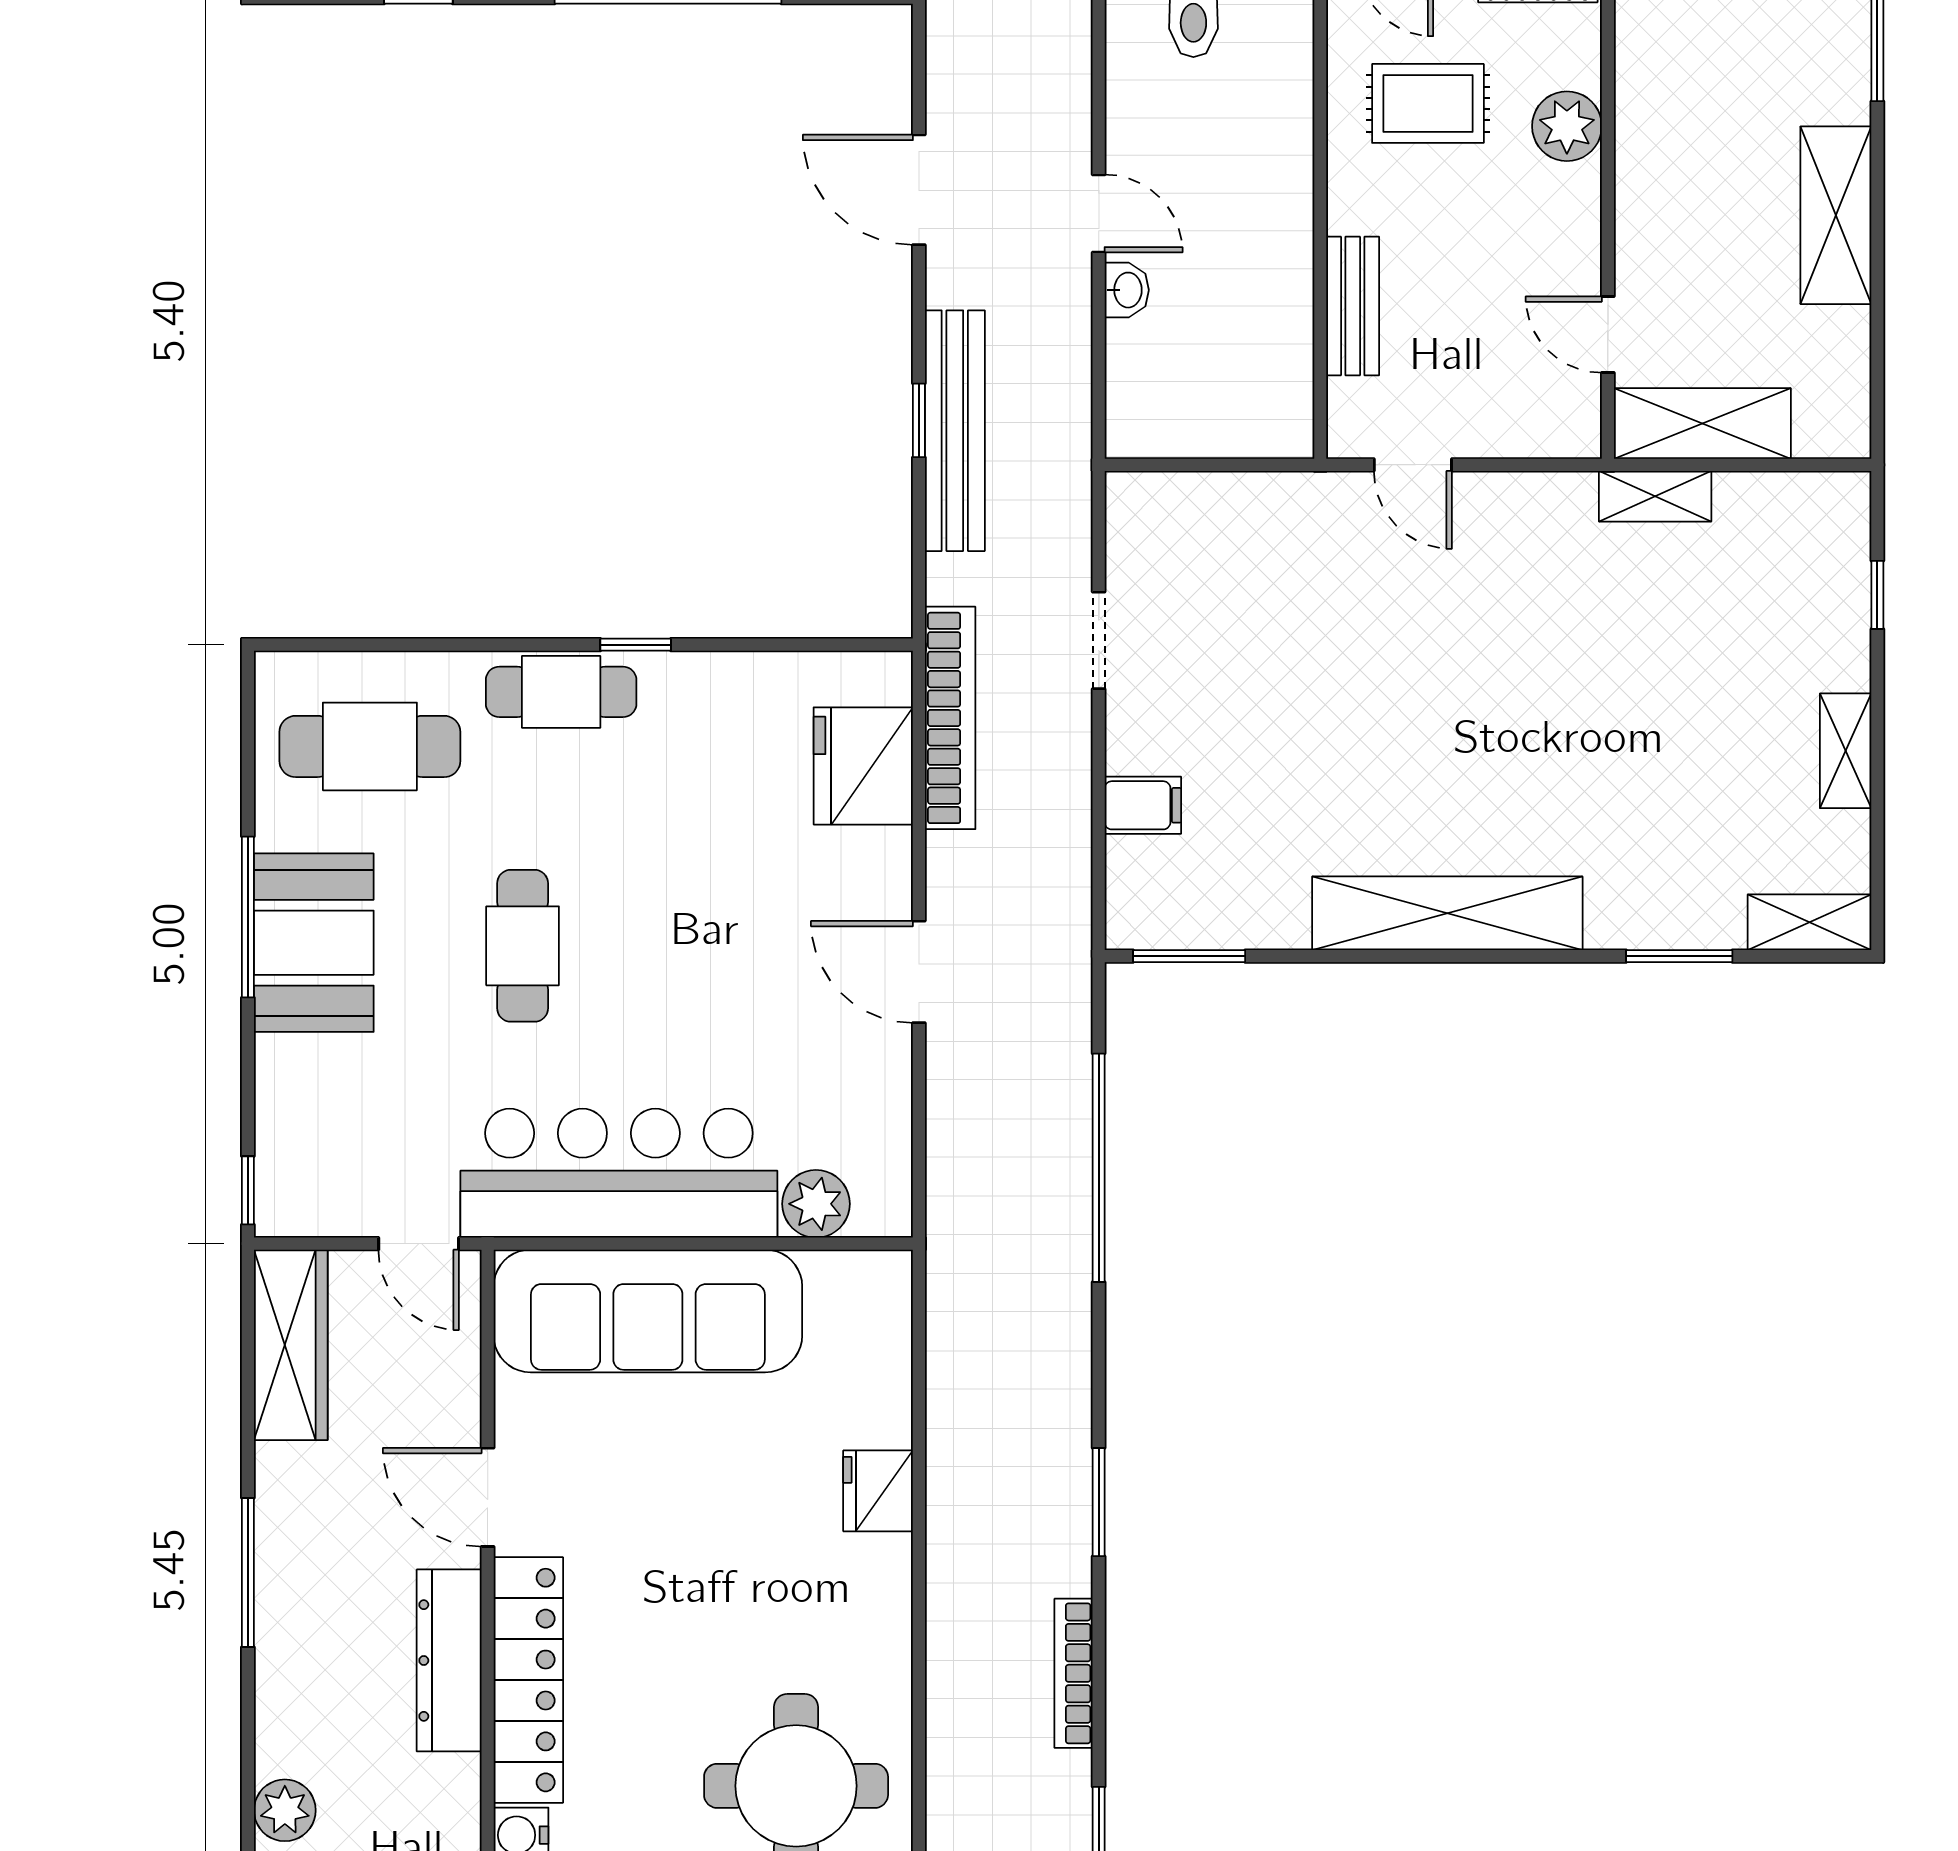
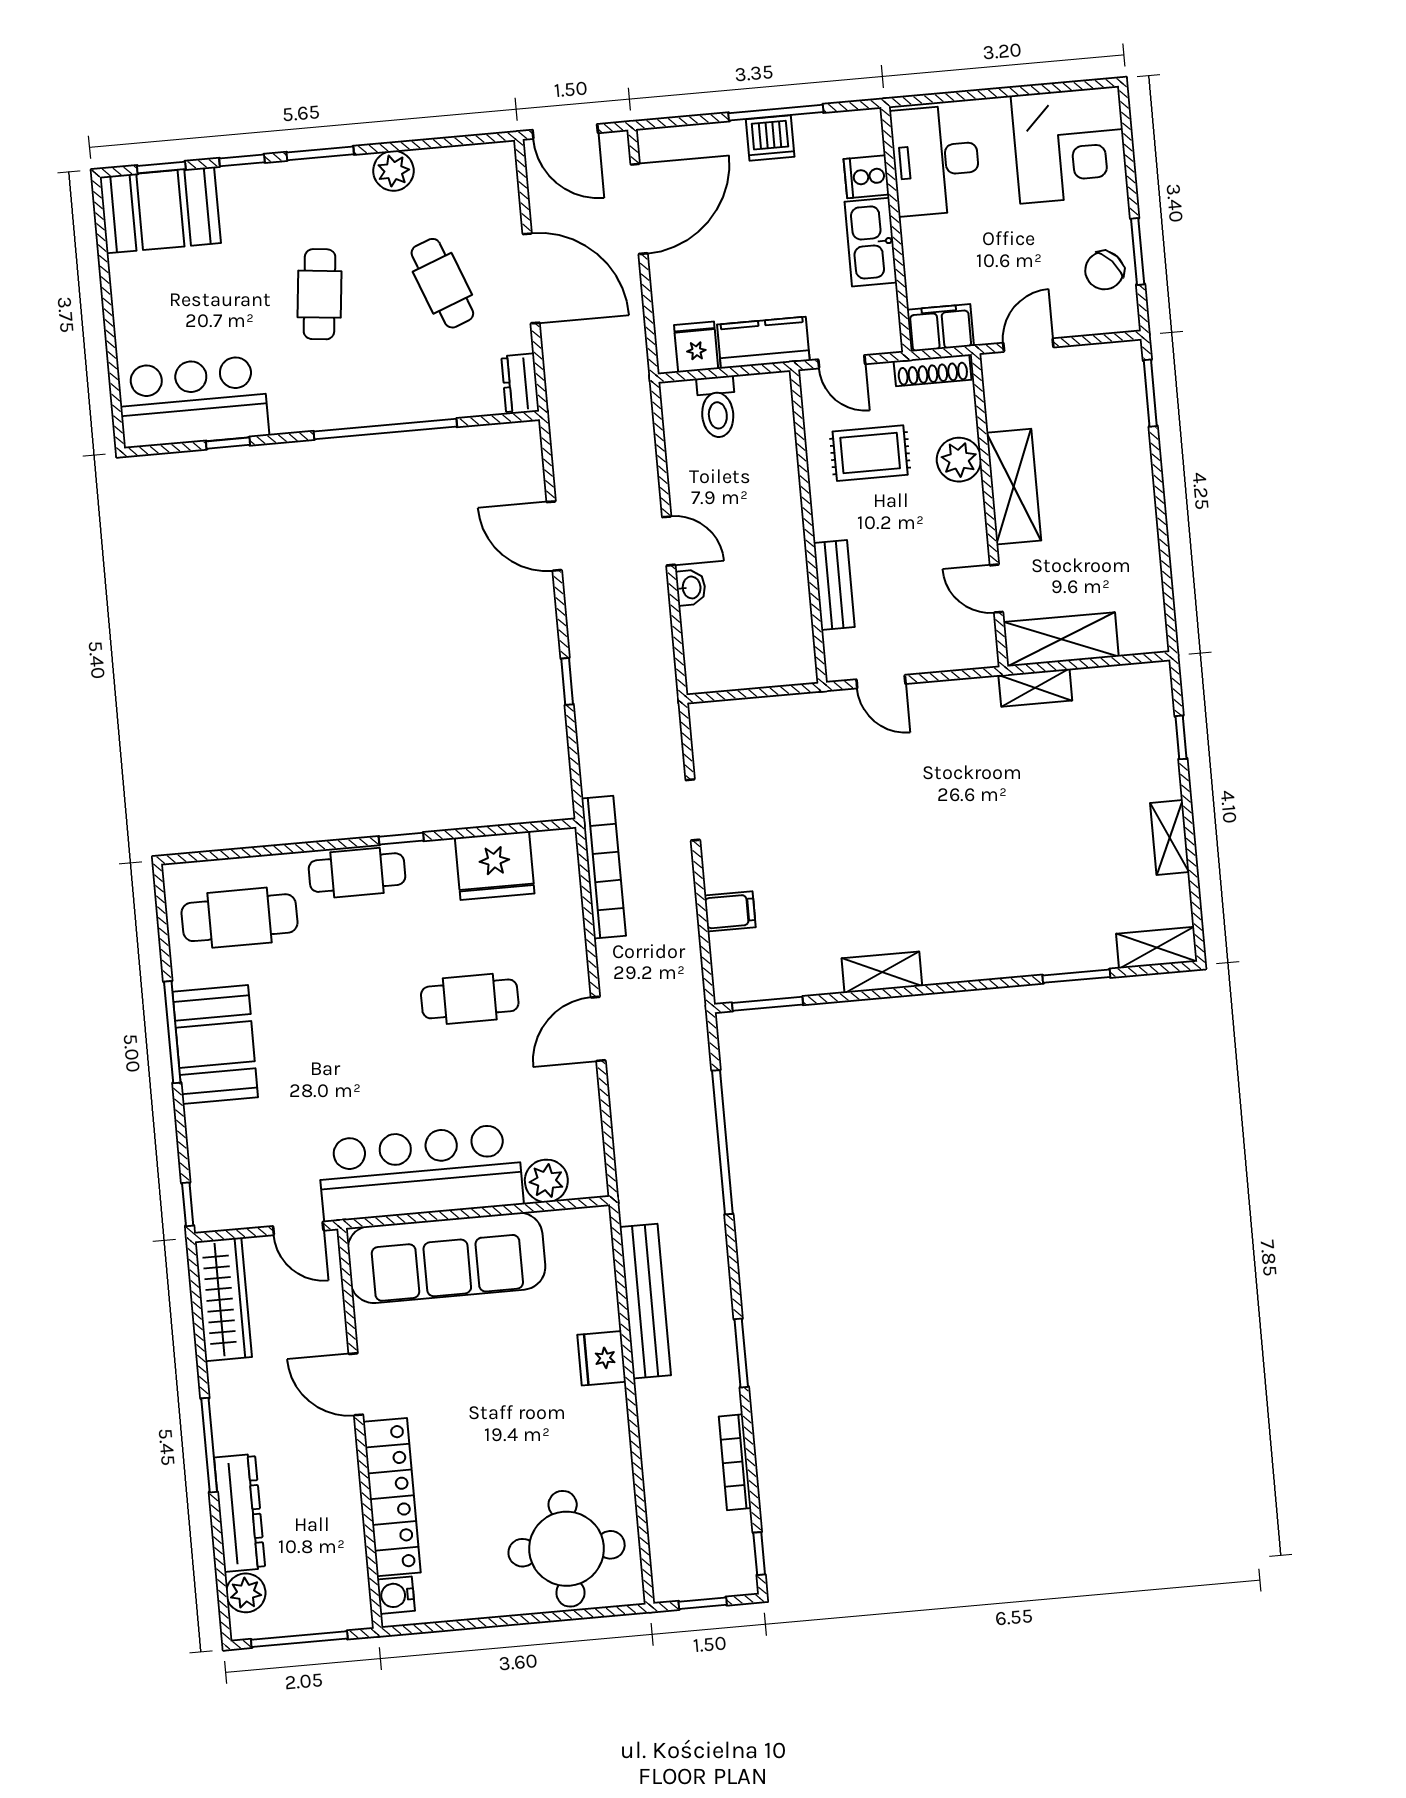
shelving: (1836, 215) -> (1014, 487), moved
bench: (955, 431) -> (645, 1301), moved
fridge: (863, 766) -> (495, 866), moved, turned -90
shelving: (1447, 913) -> (882, 972), width x0.45, depth x0.75
cafe table: (523, 946) -> (470, 999), moved, turned 90
door: (919, 972) -> (598, 1029), hinge flipped
dresser: (449, 1660) -> (240, 1513), moved, turned 180

